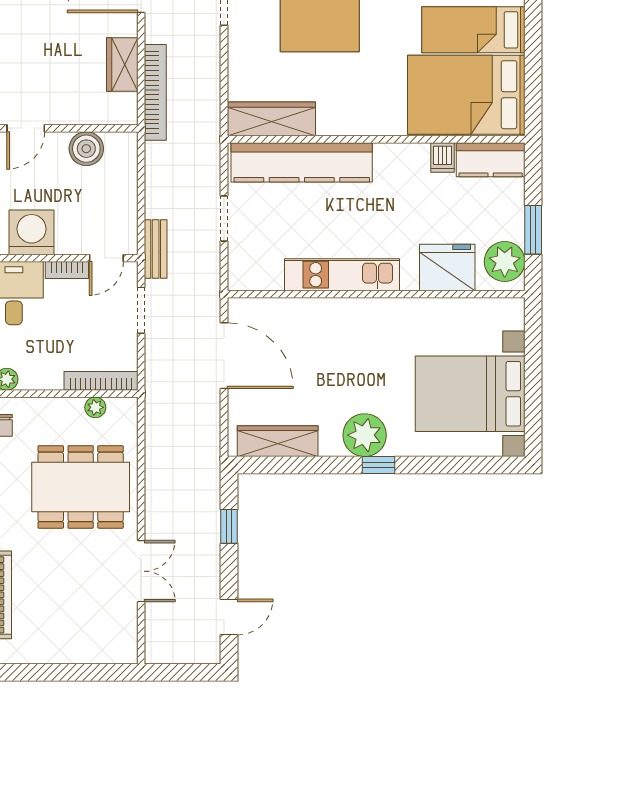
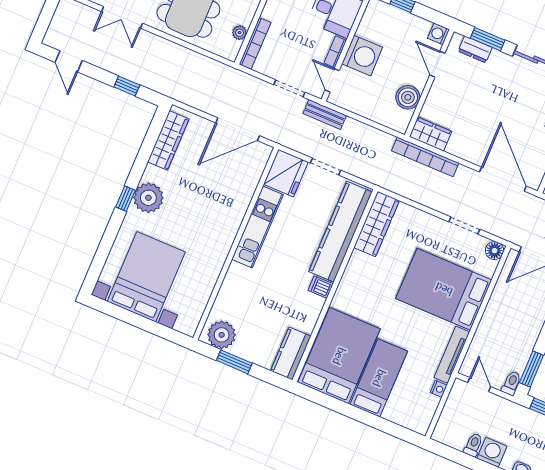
wardrobe: (122, 65) -> (431, 134), moved
dishwasher: (442, 158) -> (321, 287), moved
washing machine: (31, 232) -> (362, 56), moved
fridge: (447, 267) -> (286, 173), moved

